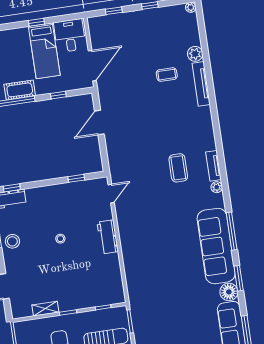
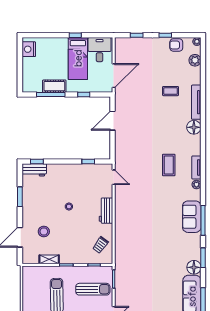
armchair: (165, 16) -> (176, 45), added
plant: (195, 54) -> (195, 60), moved
floor lamp: (203, 116) -> (194, 127), added
door: (111, 194) -> (114, 177), hinge flipped
stool: (12, 241) -> (44, 232), moved
sofa: (216, 246) -> (192, 217), width x0.54, depth x0.79
trolley: (107, 281) -> (100, 245), added

